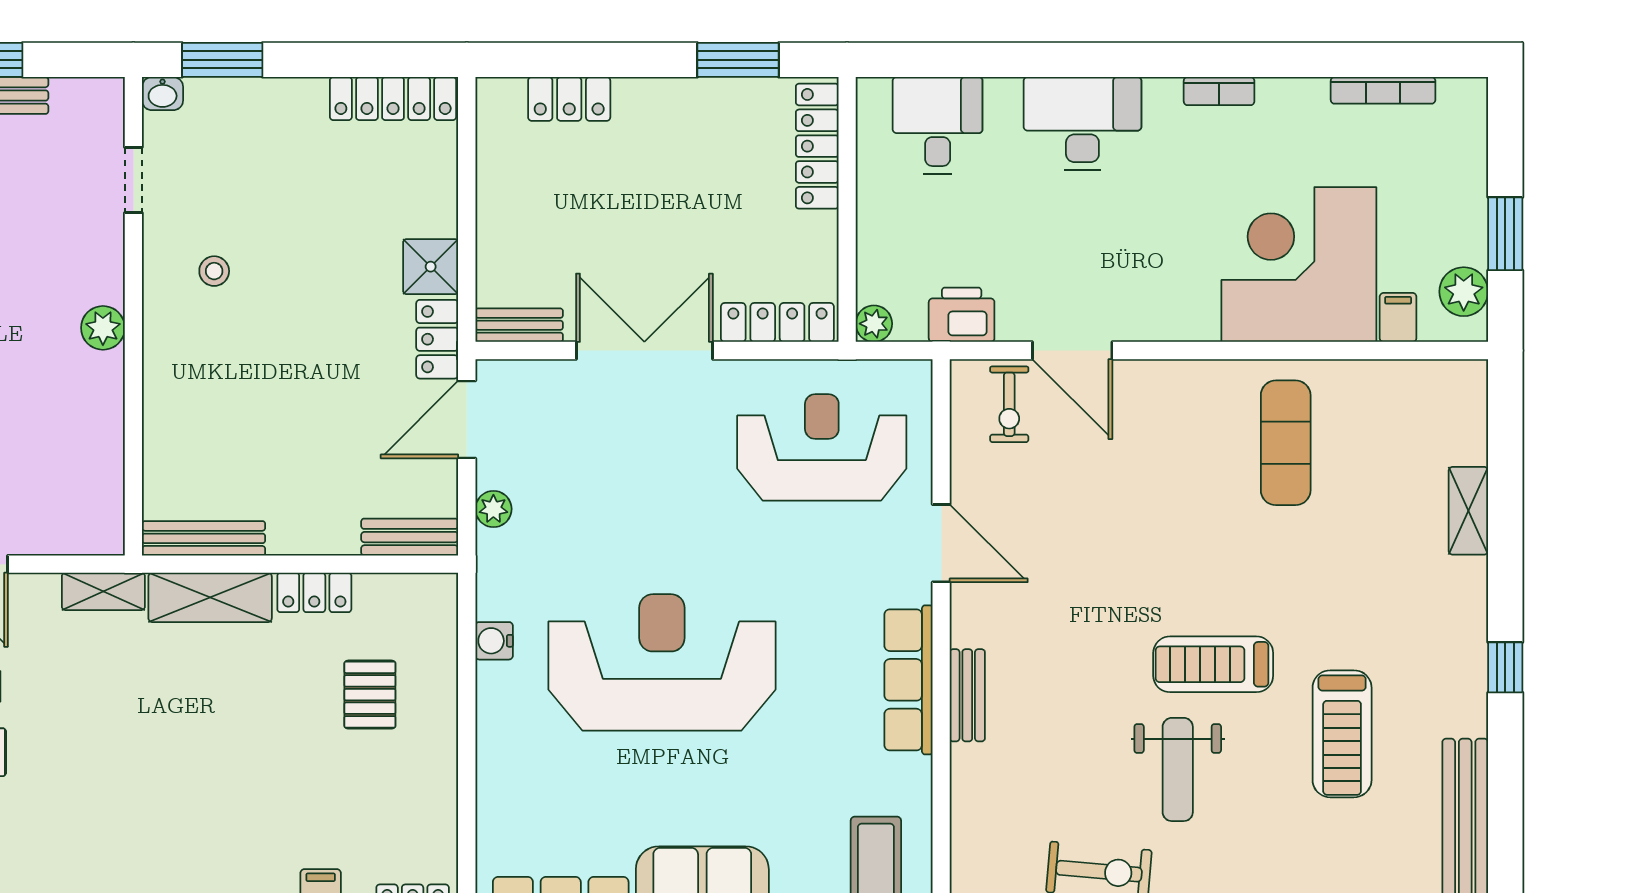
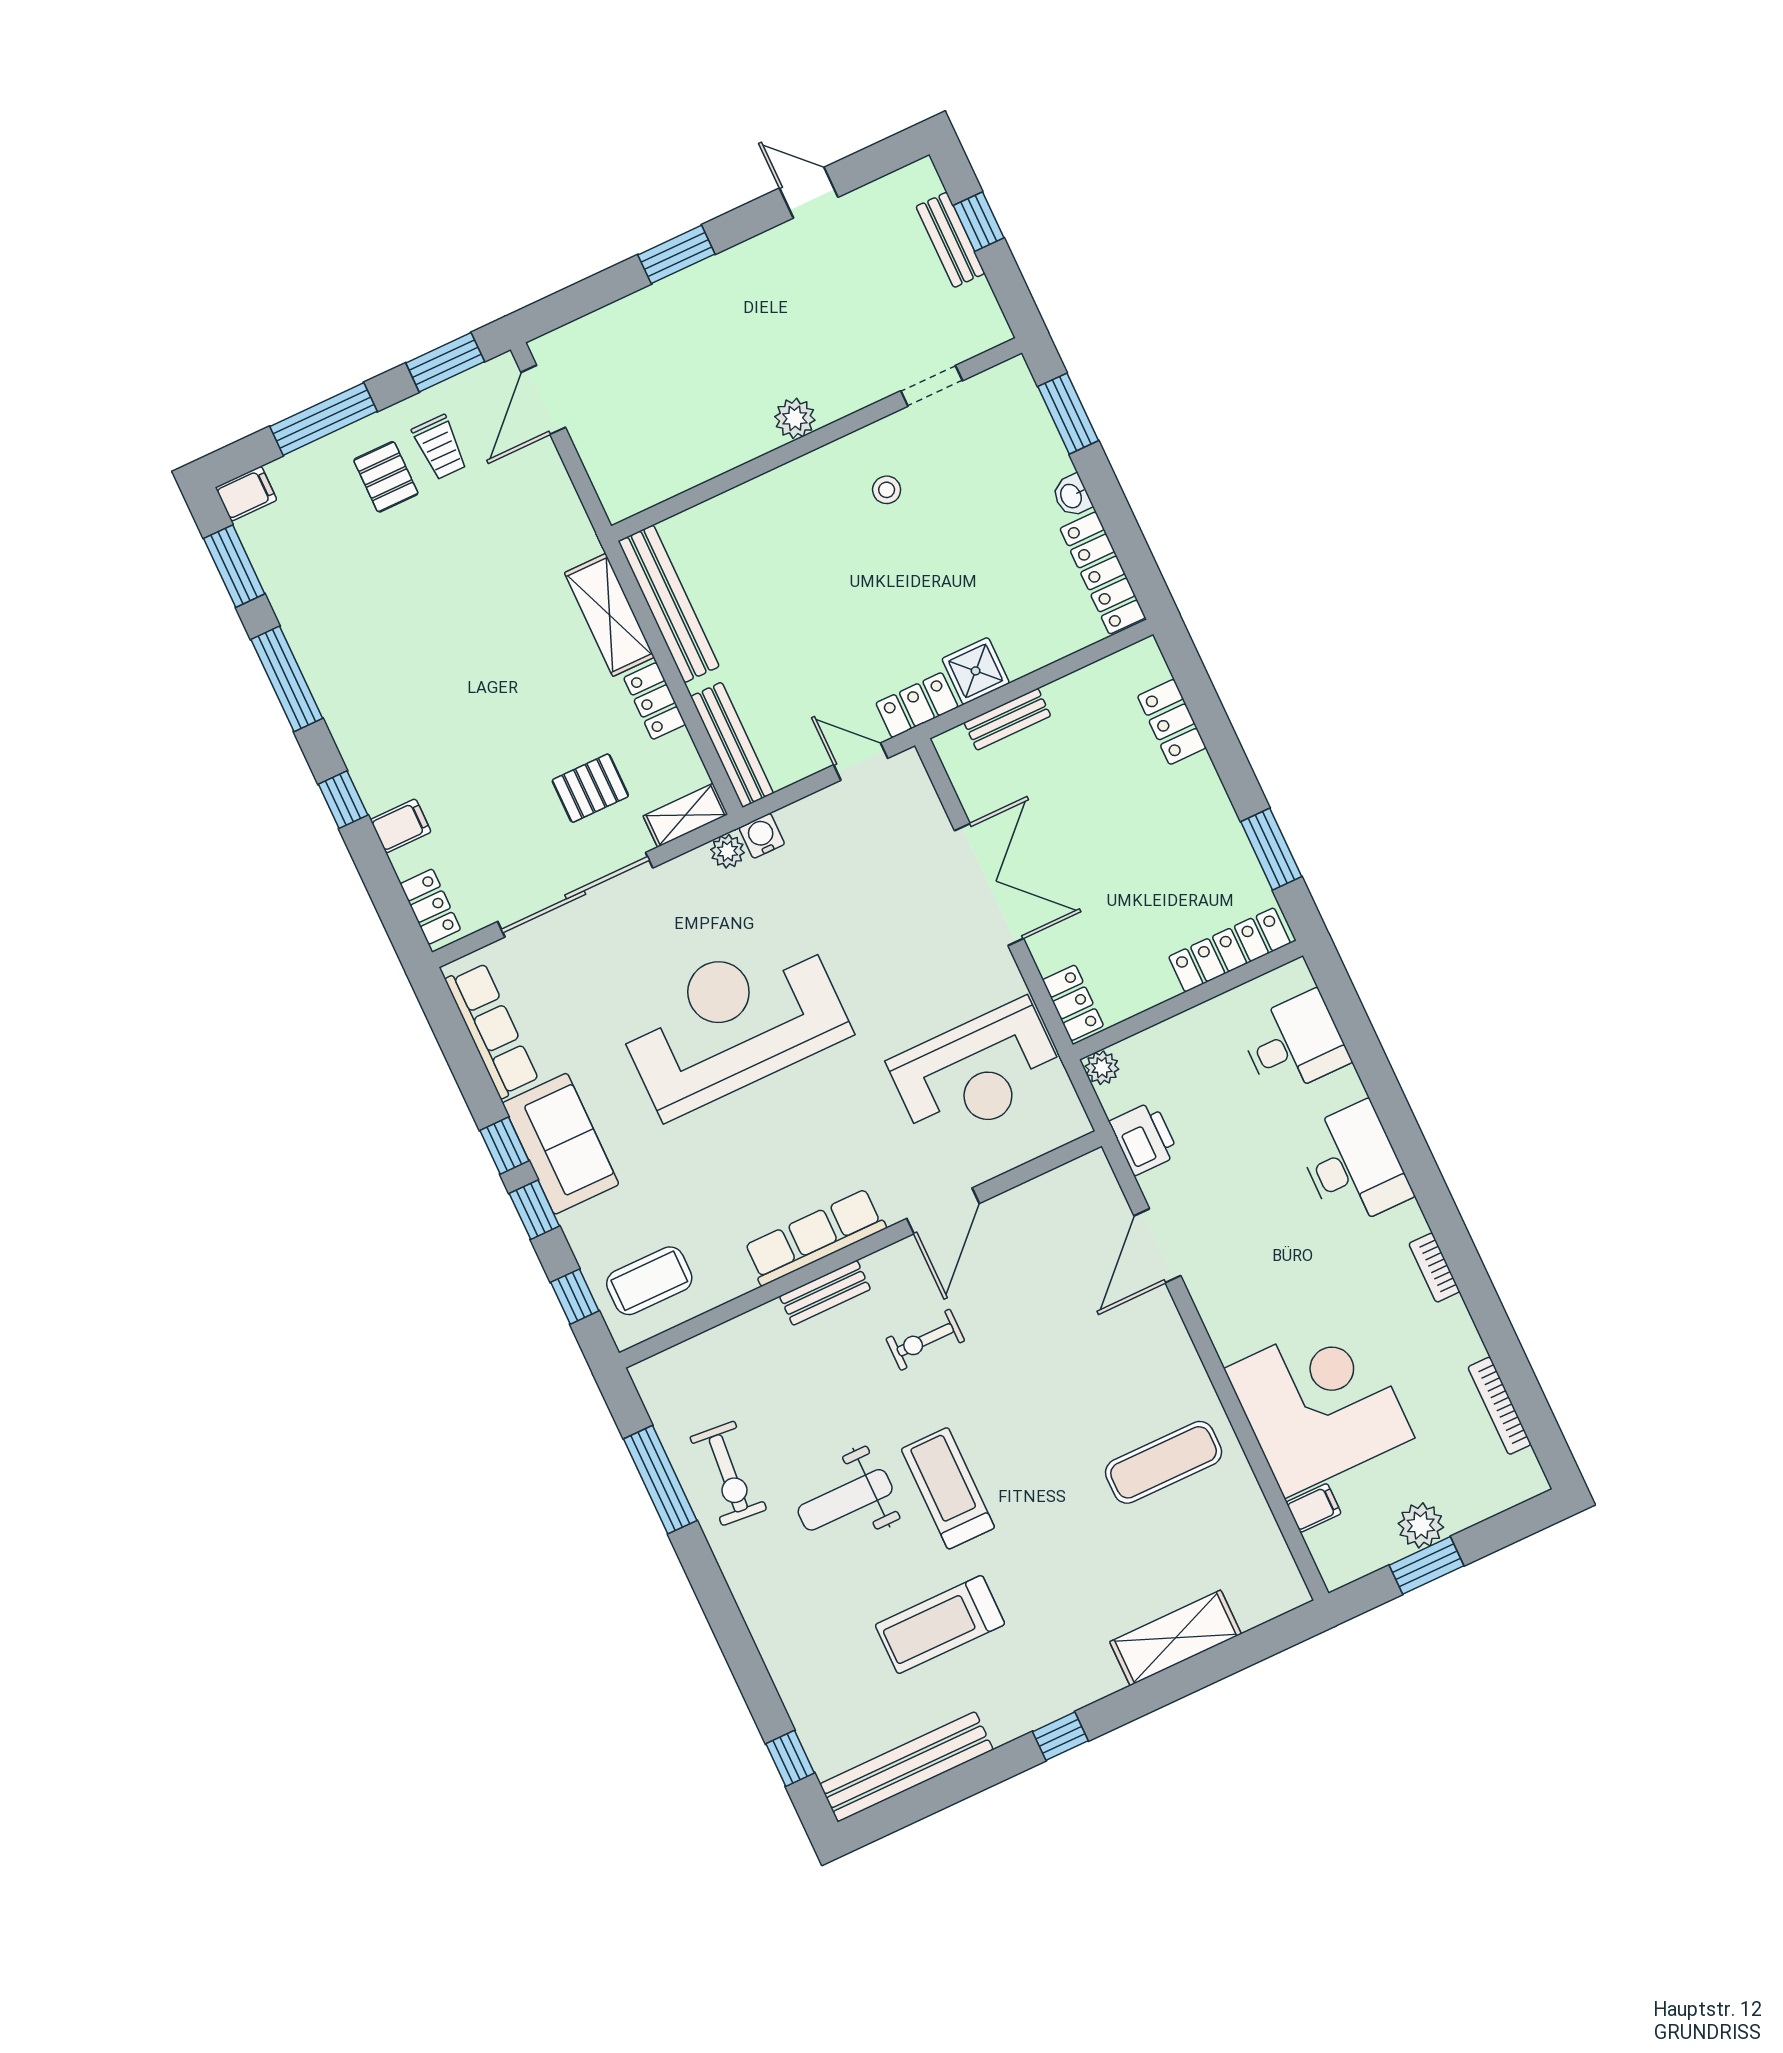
washbasin: (163, 94) -> (1072, 496), moved
plant: (1464, 292) -> (1421, 1525), moved
locker: (777, 322) -> (1073, 1003), width x0.66
bench: (519, 325) -> (1007, 719), moved, turned 90
exercise bike: (1009, 404) -> (925, 1340), moved
door: (467, 420) -> (861, 762), width x0.73
reception desk: (822, 447) -> (977, 1072), turned 90
plant: (493, 509) -> (728, 851), moved
shelving: (1468, 511) -> (1175, 1638), width x1.50, depth x1.33
bench: (410, 537) -> (732, 745), width x1.36
bench: (204, 538) -> (669, 604), width x1.37, depth x1.21
shelving: (103, 591) -> (685, 815), moved, turned 90
water cooler: (494, 641) -> (762, 836), moved
reception desk: (662, 662) -> (732, 1022), turned -90
sliding door: (467, 758) -> (575, 895), added

